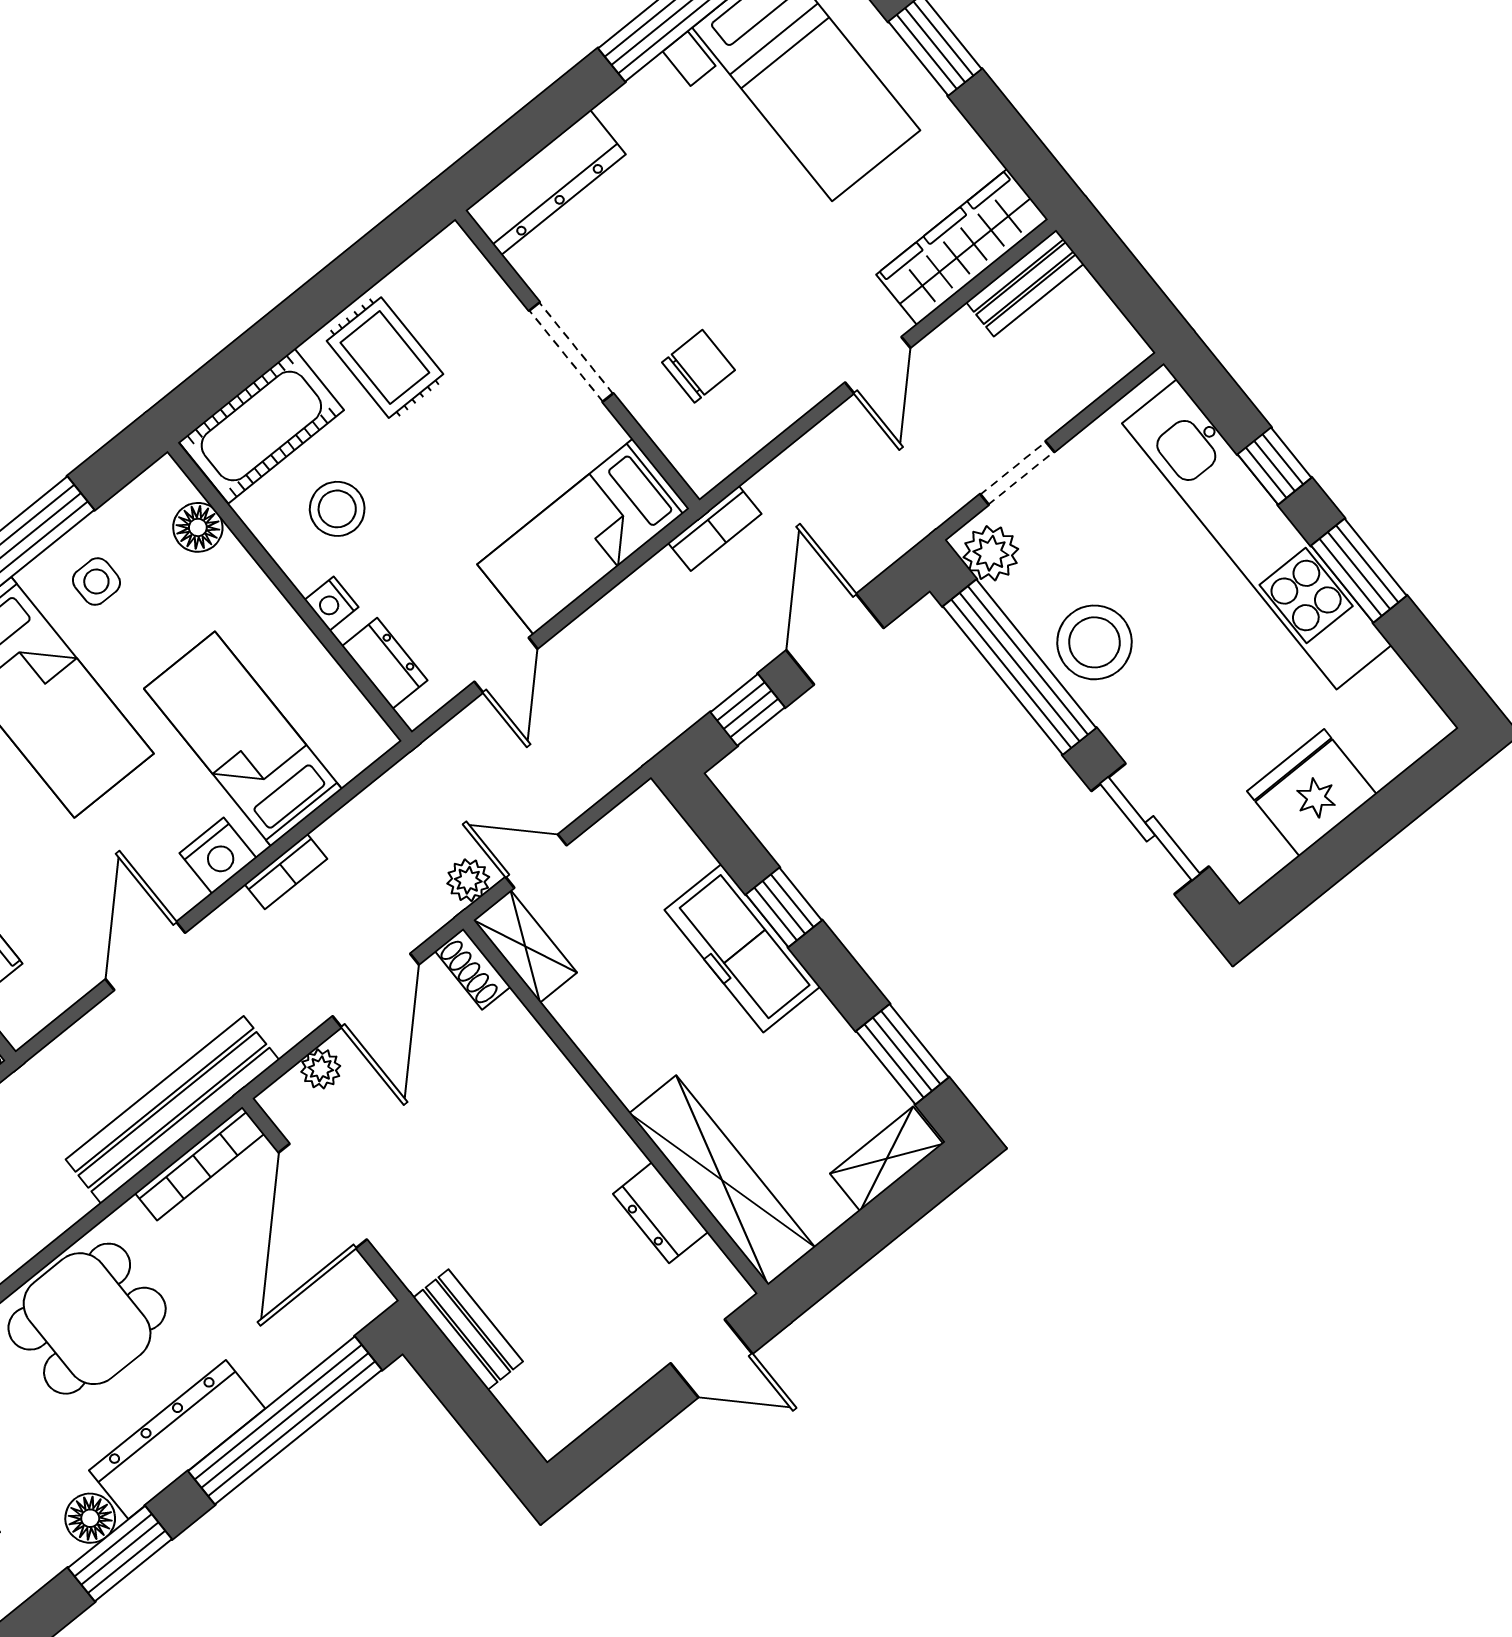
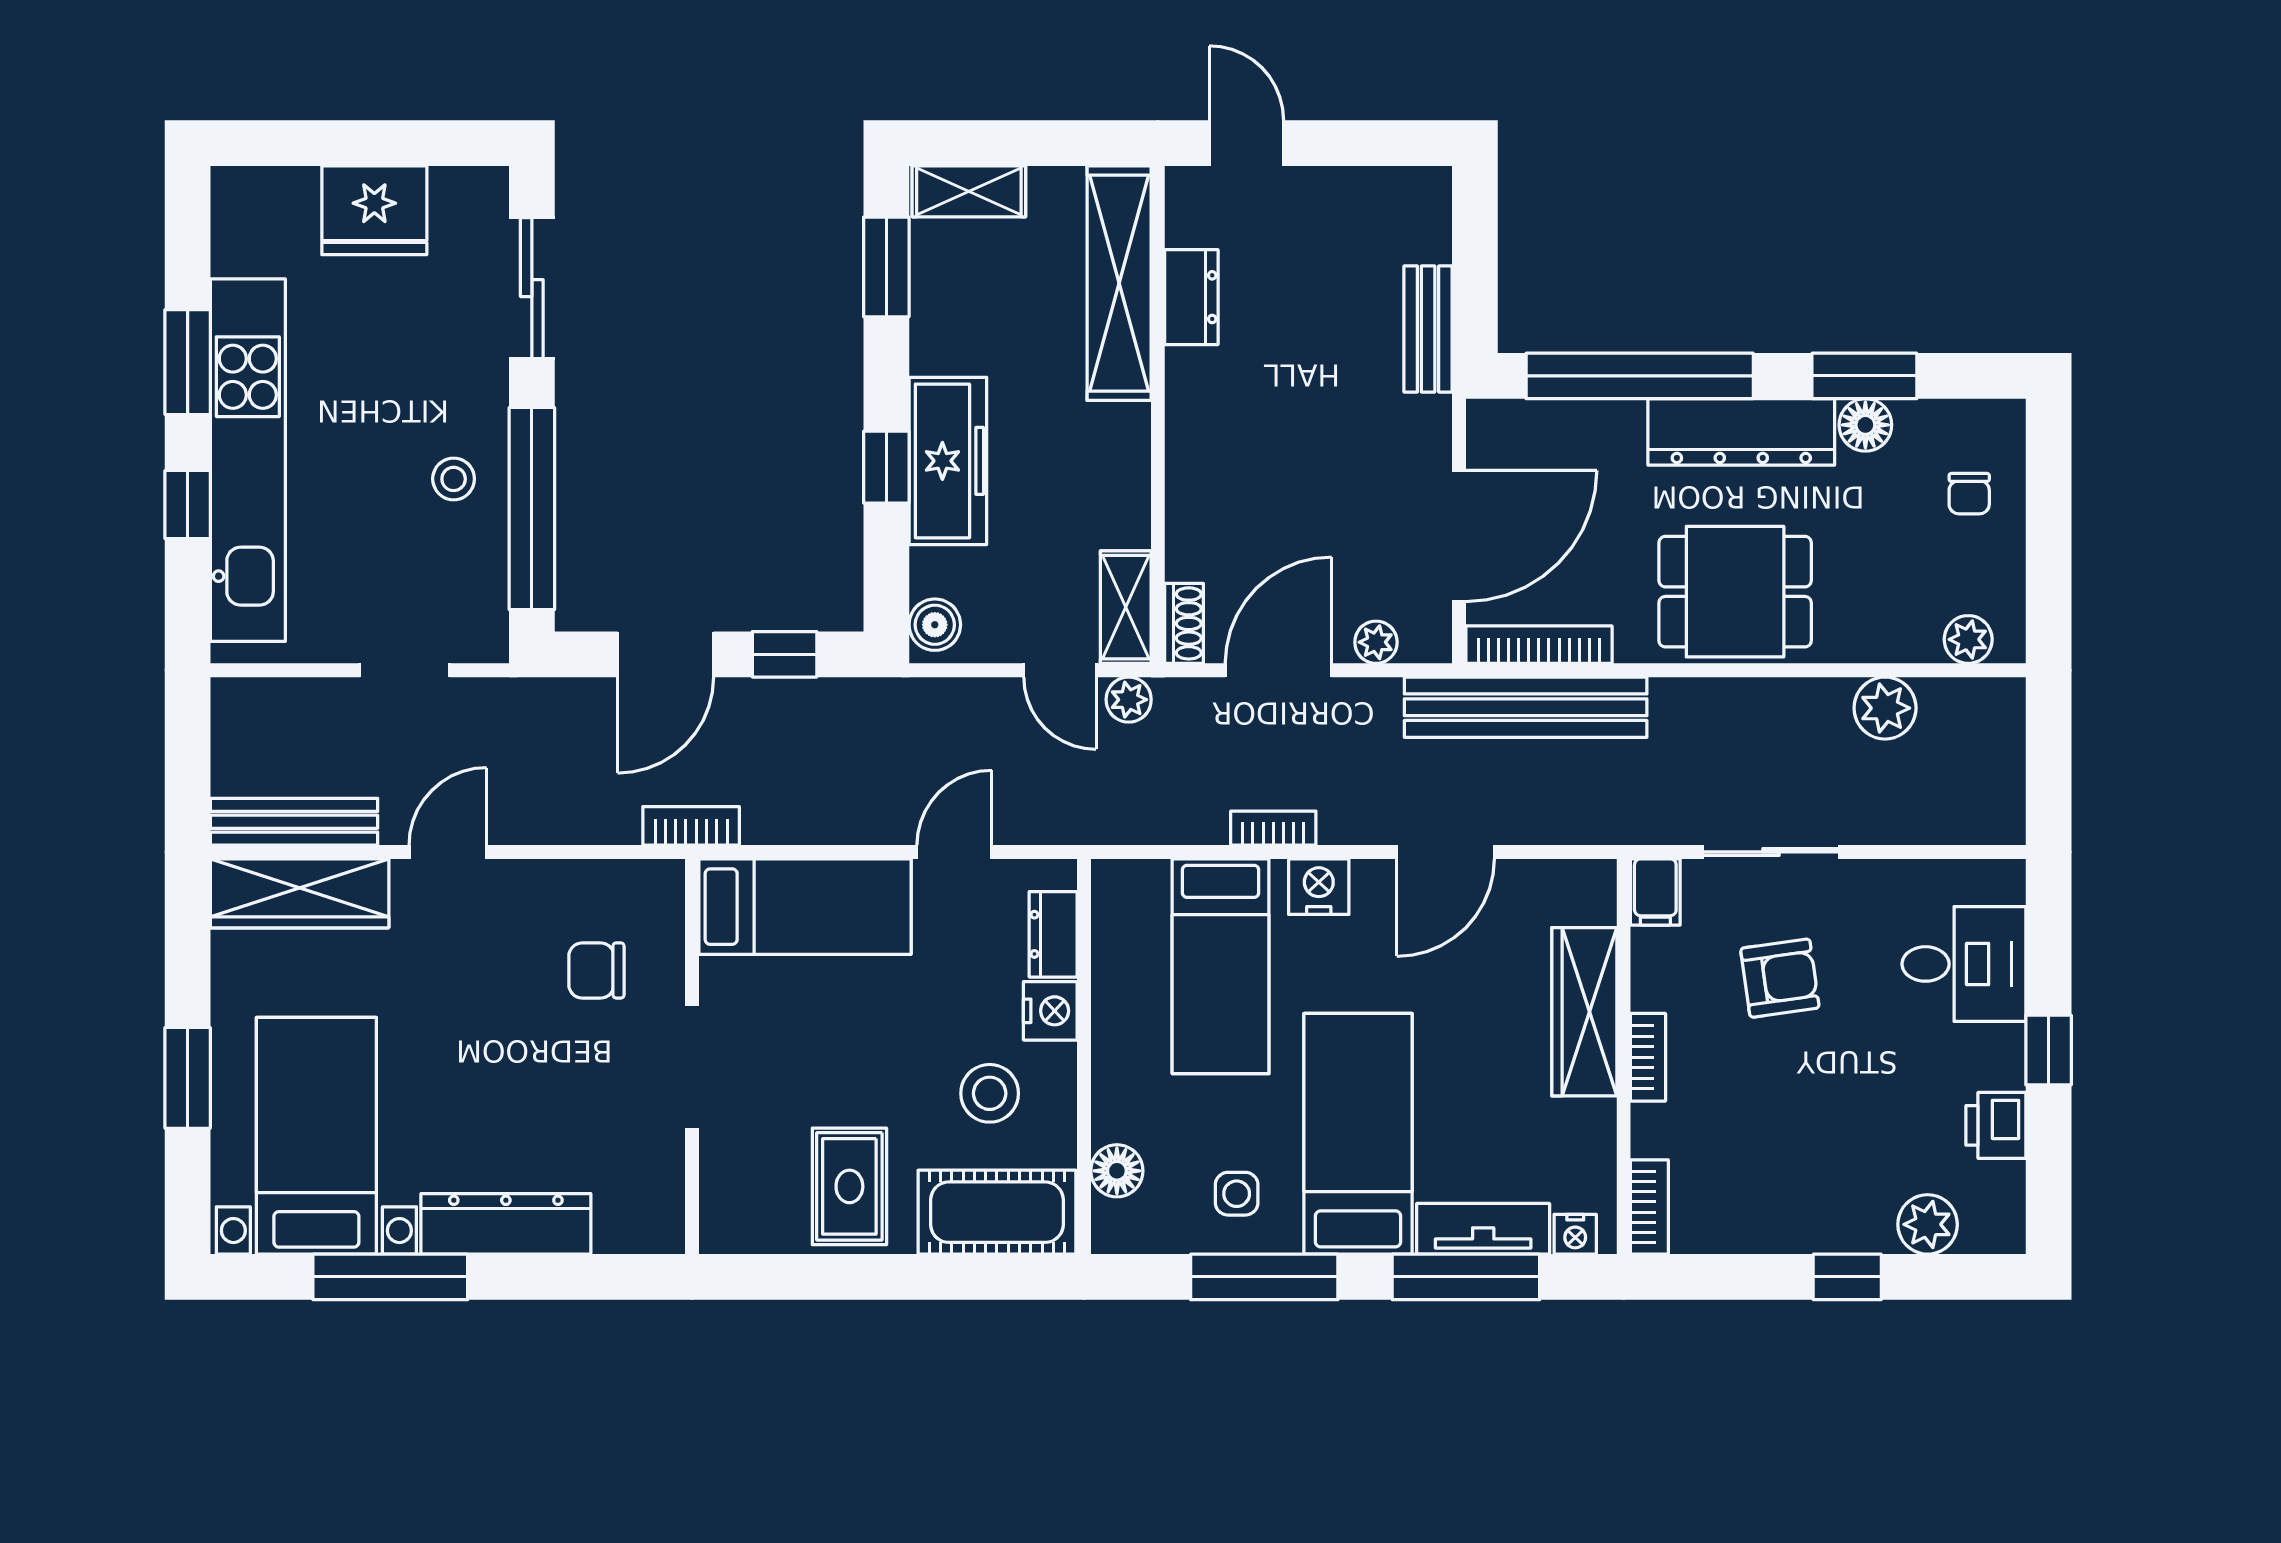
dresser: (546, 182) -> (506, 1224), moved
bench: (1025, 283) -> (294, 822), width x1.36
plant: (991, 553) -> (480, 622), removed
nightstand: (331, 604) -> (1050, 1011), width x1.39, depth x1.35
stool: (1095, 642) -> (454, 479), width x0.53, depth x0.53
boiler: (655, 820) -> (935, 625), added

